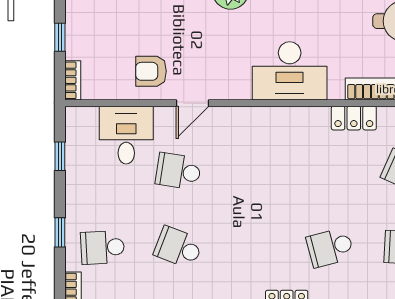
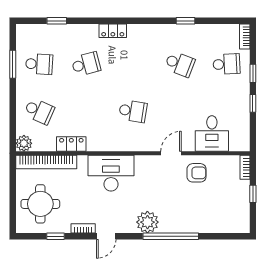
window: (60, 156) -> (253, 103), moved
school desk: (178, 171) -> (133, 111), moved

